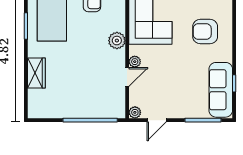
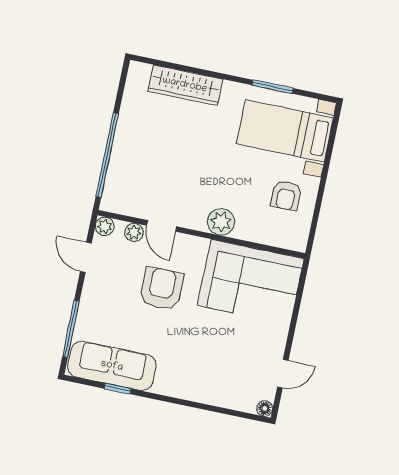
armchair: (205, 32) -> (162, 289), moved
plant: (135, 62) -> (134, 232), moved
wardrobe: (36, 73) -> (185, 85), width x1.50

